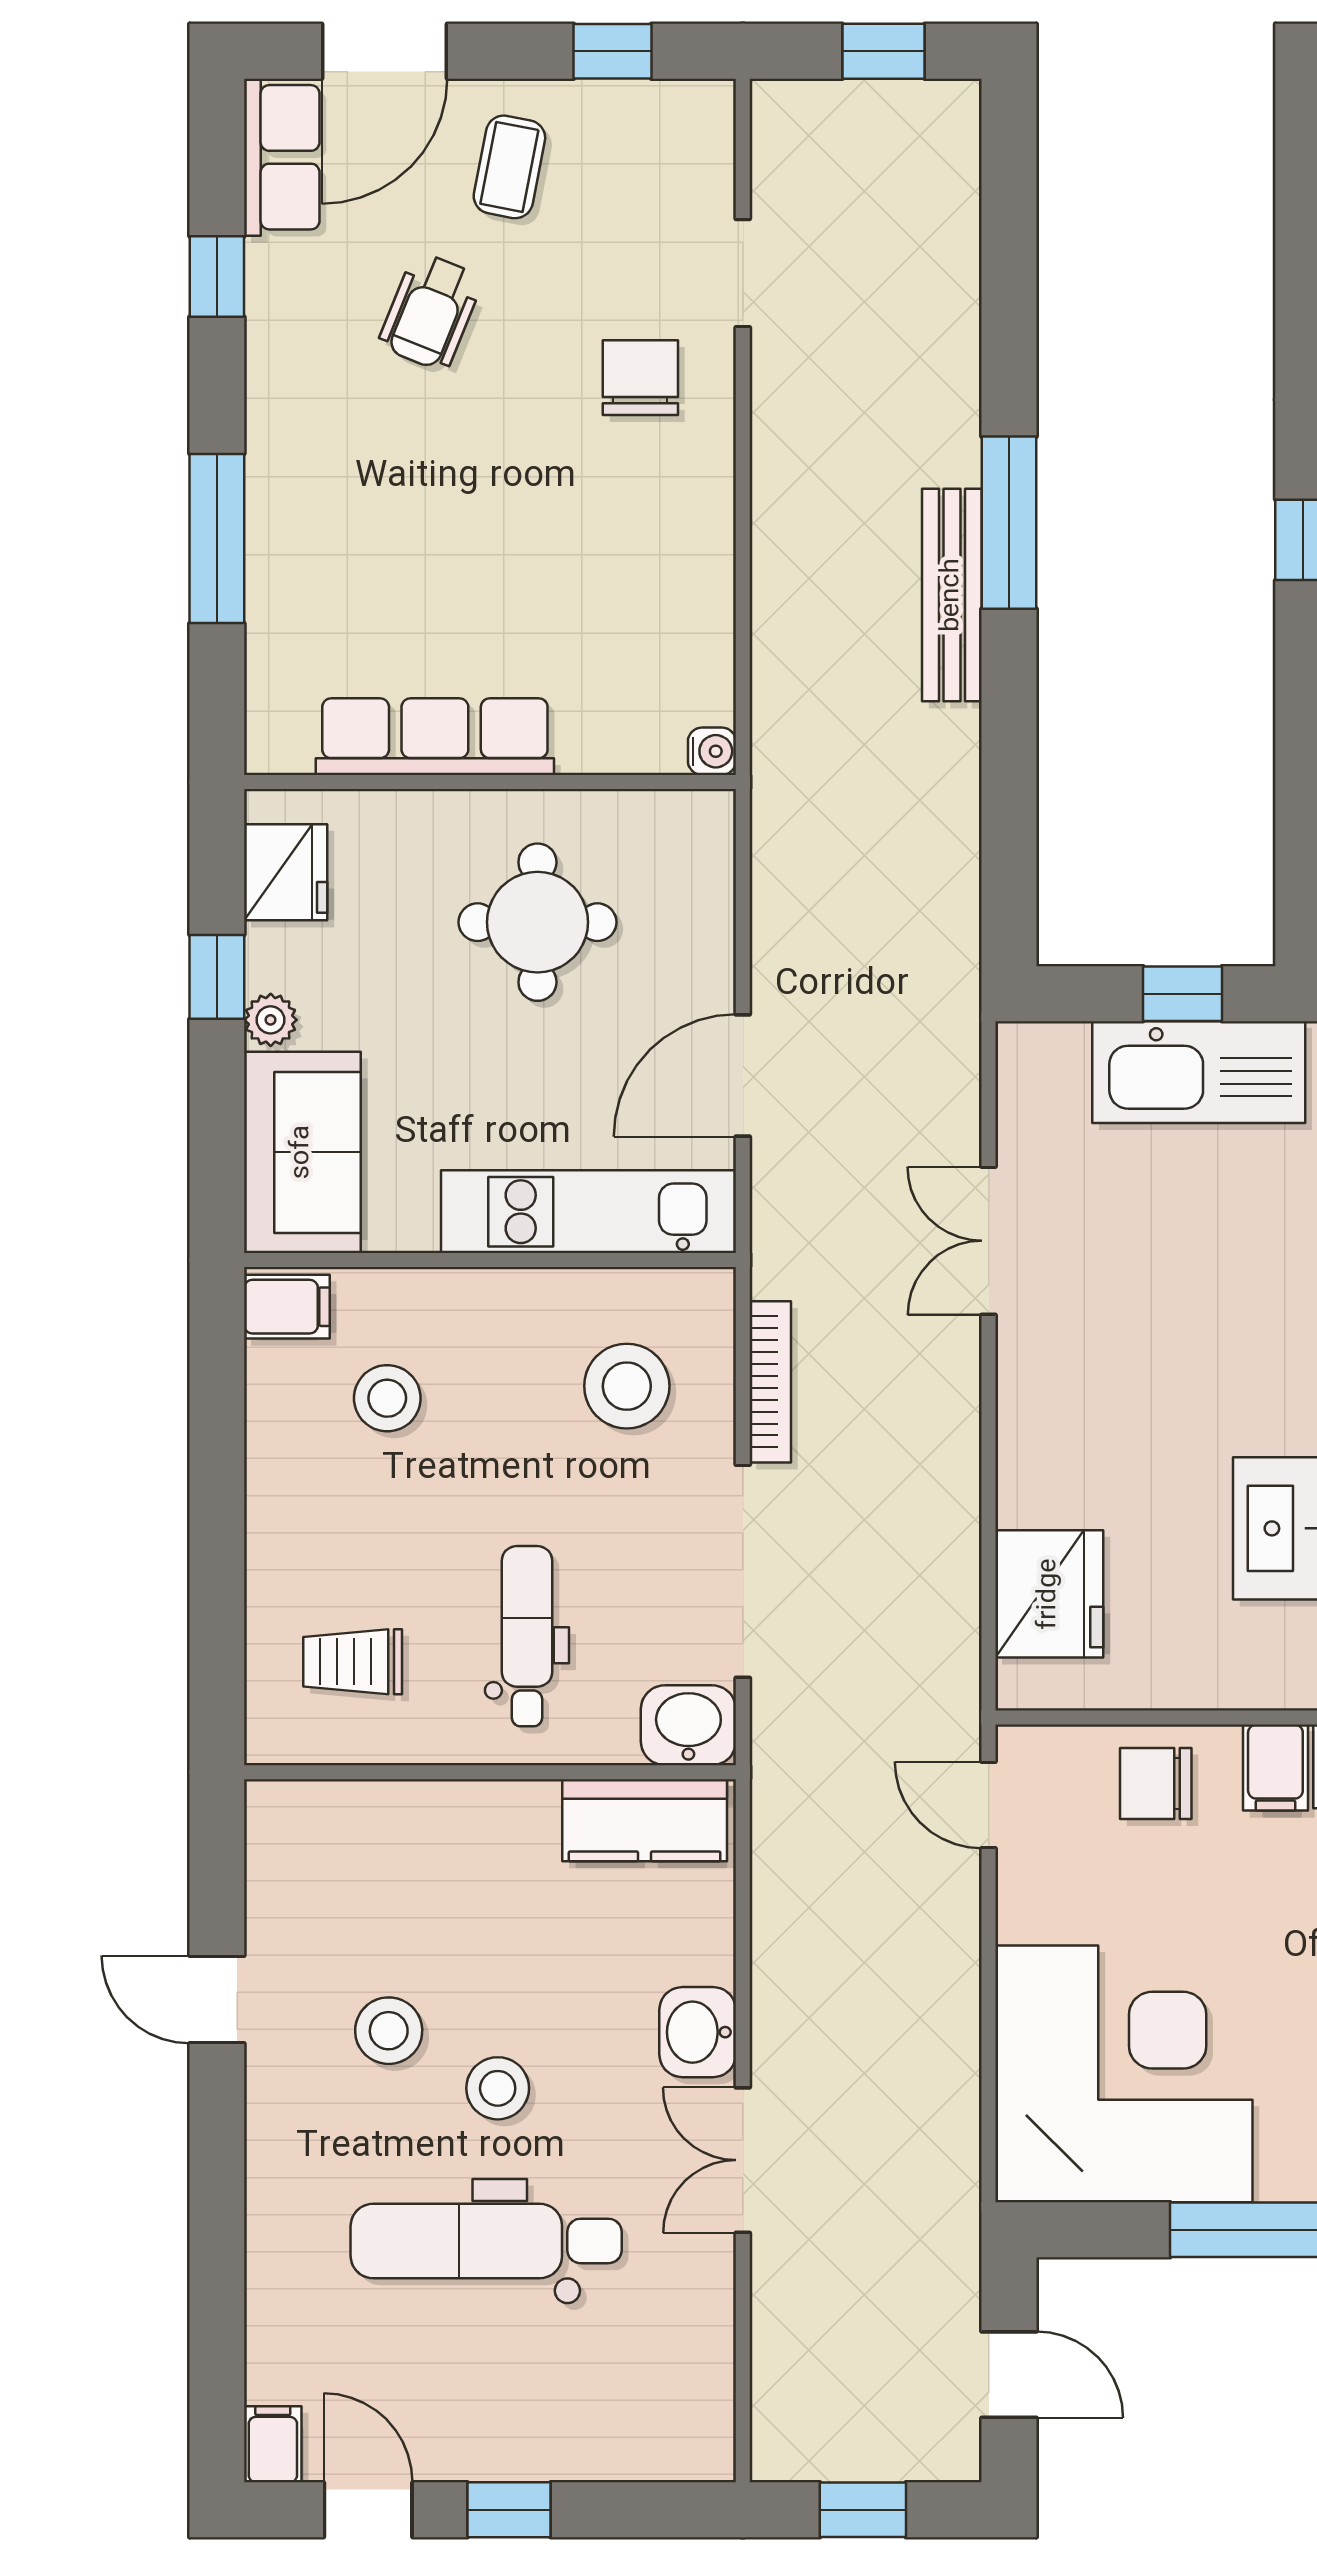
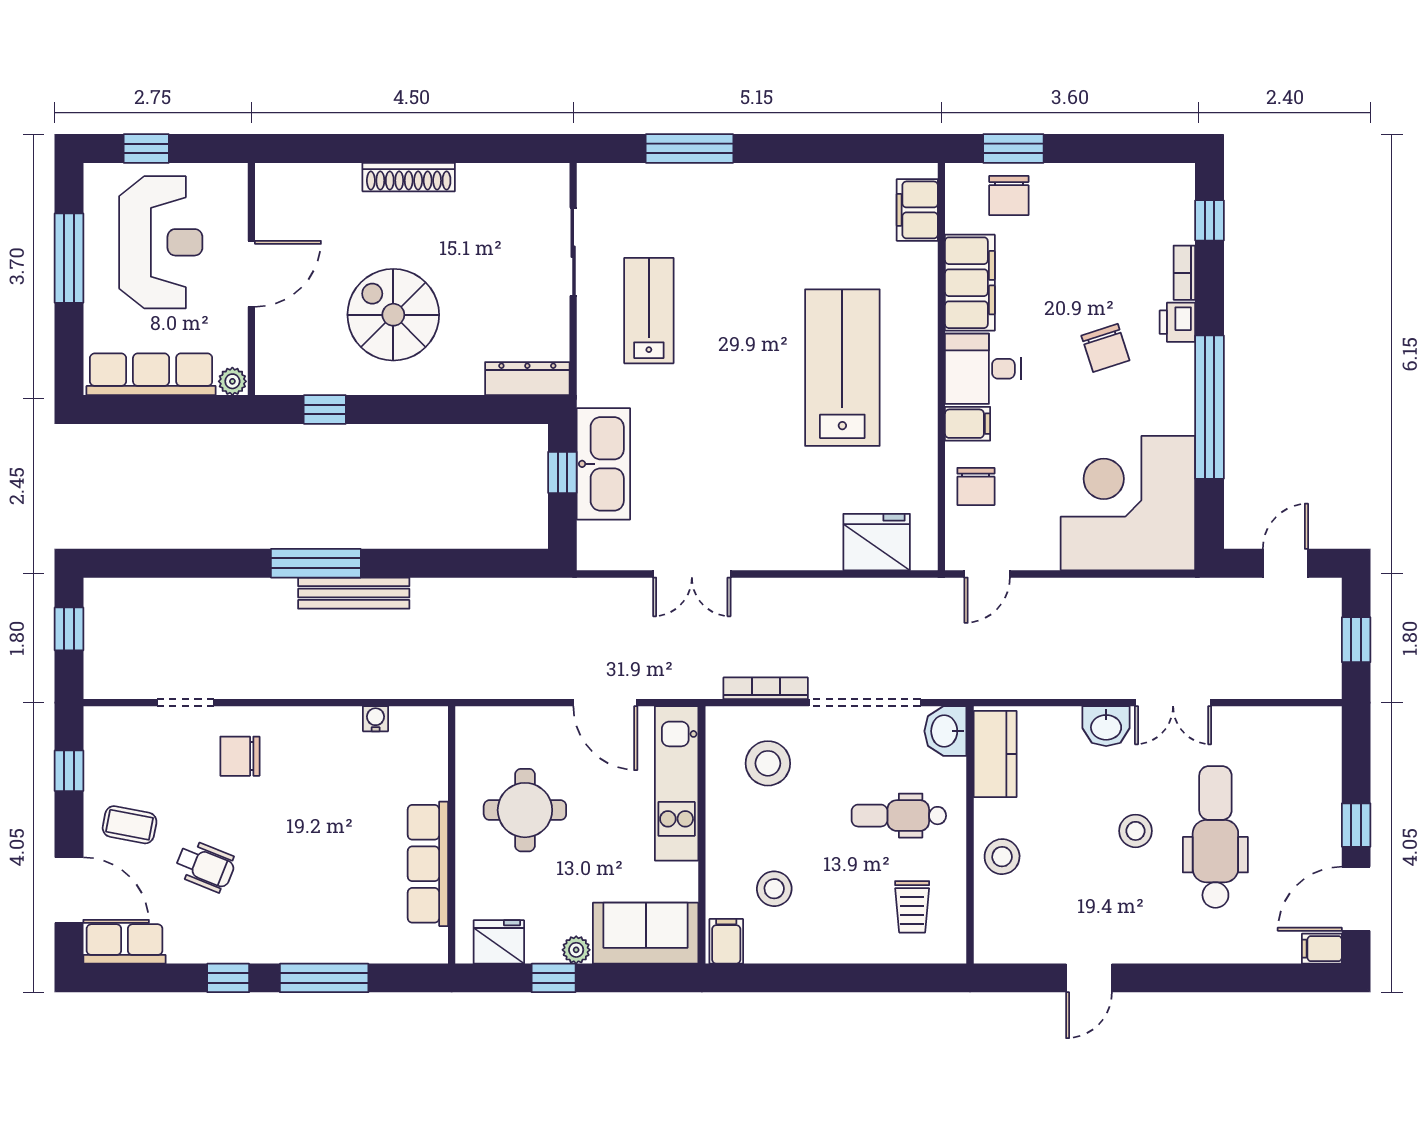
window: (217, 277) -> (228, 978), moved
water cooler: (712, 751) -> (376, 719), moved
stool: (389, 2031) -> (1002, 857), moved
dental chair: (486, 2241) -> (1215, 837), turned 180
door: (368, 2510) -> (1356, 899), width x1.38

